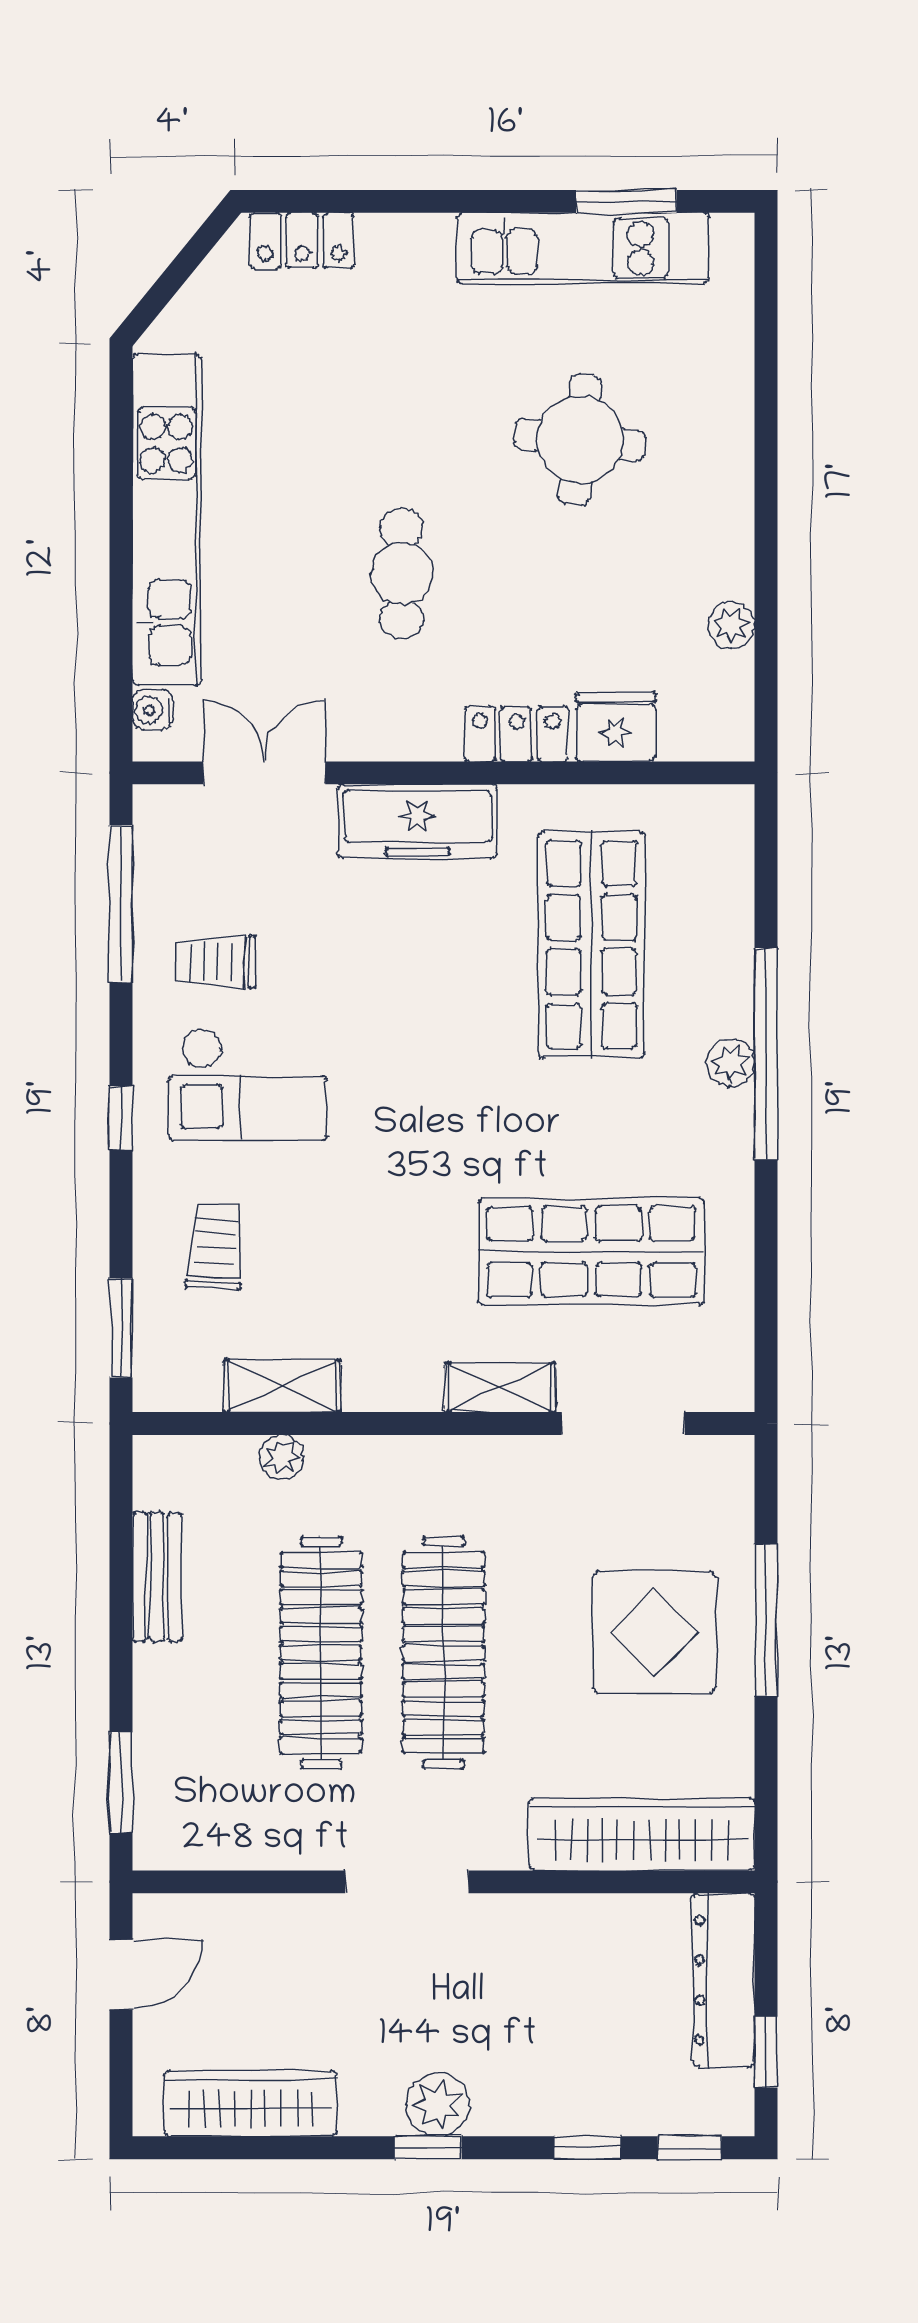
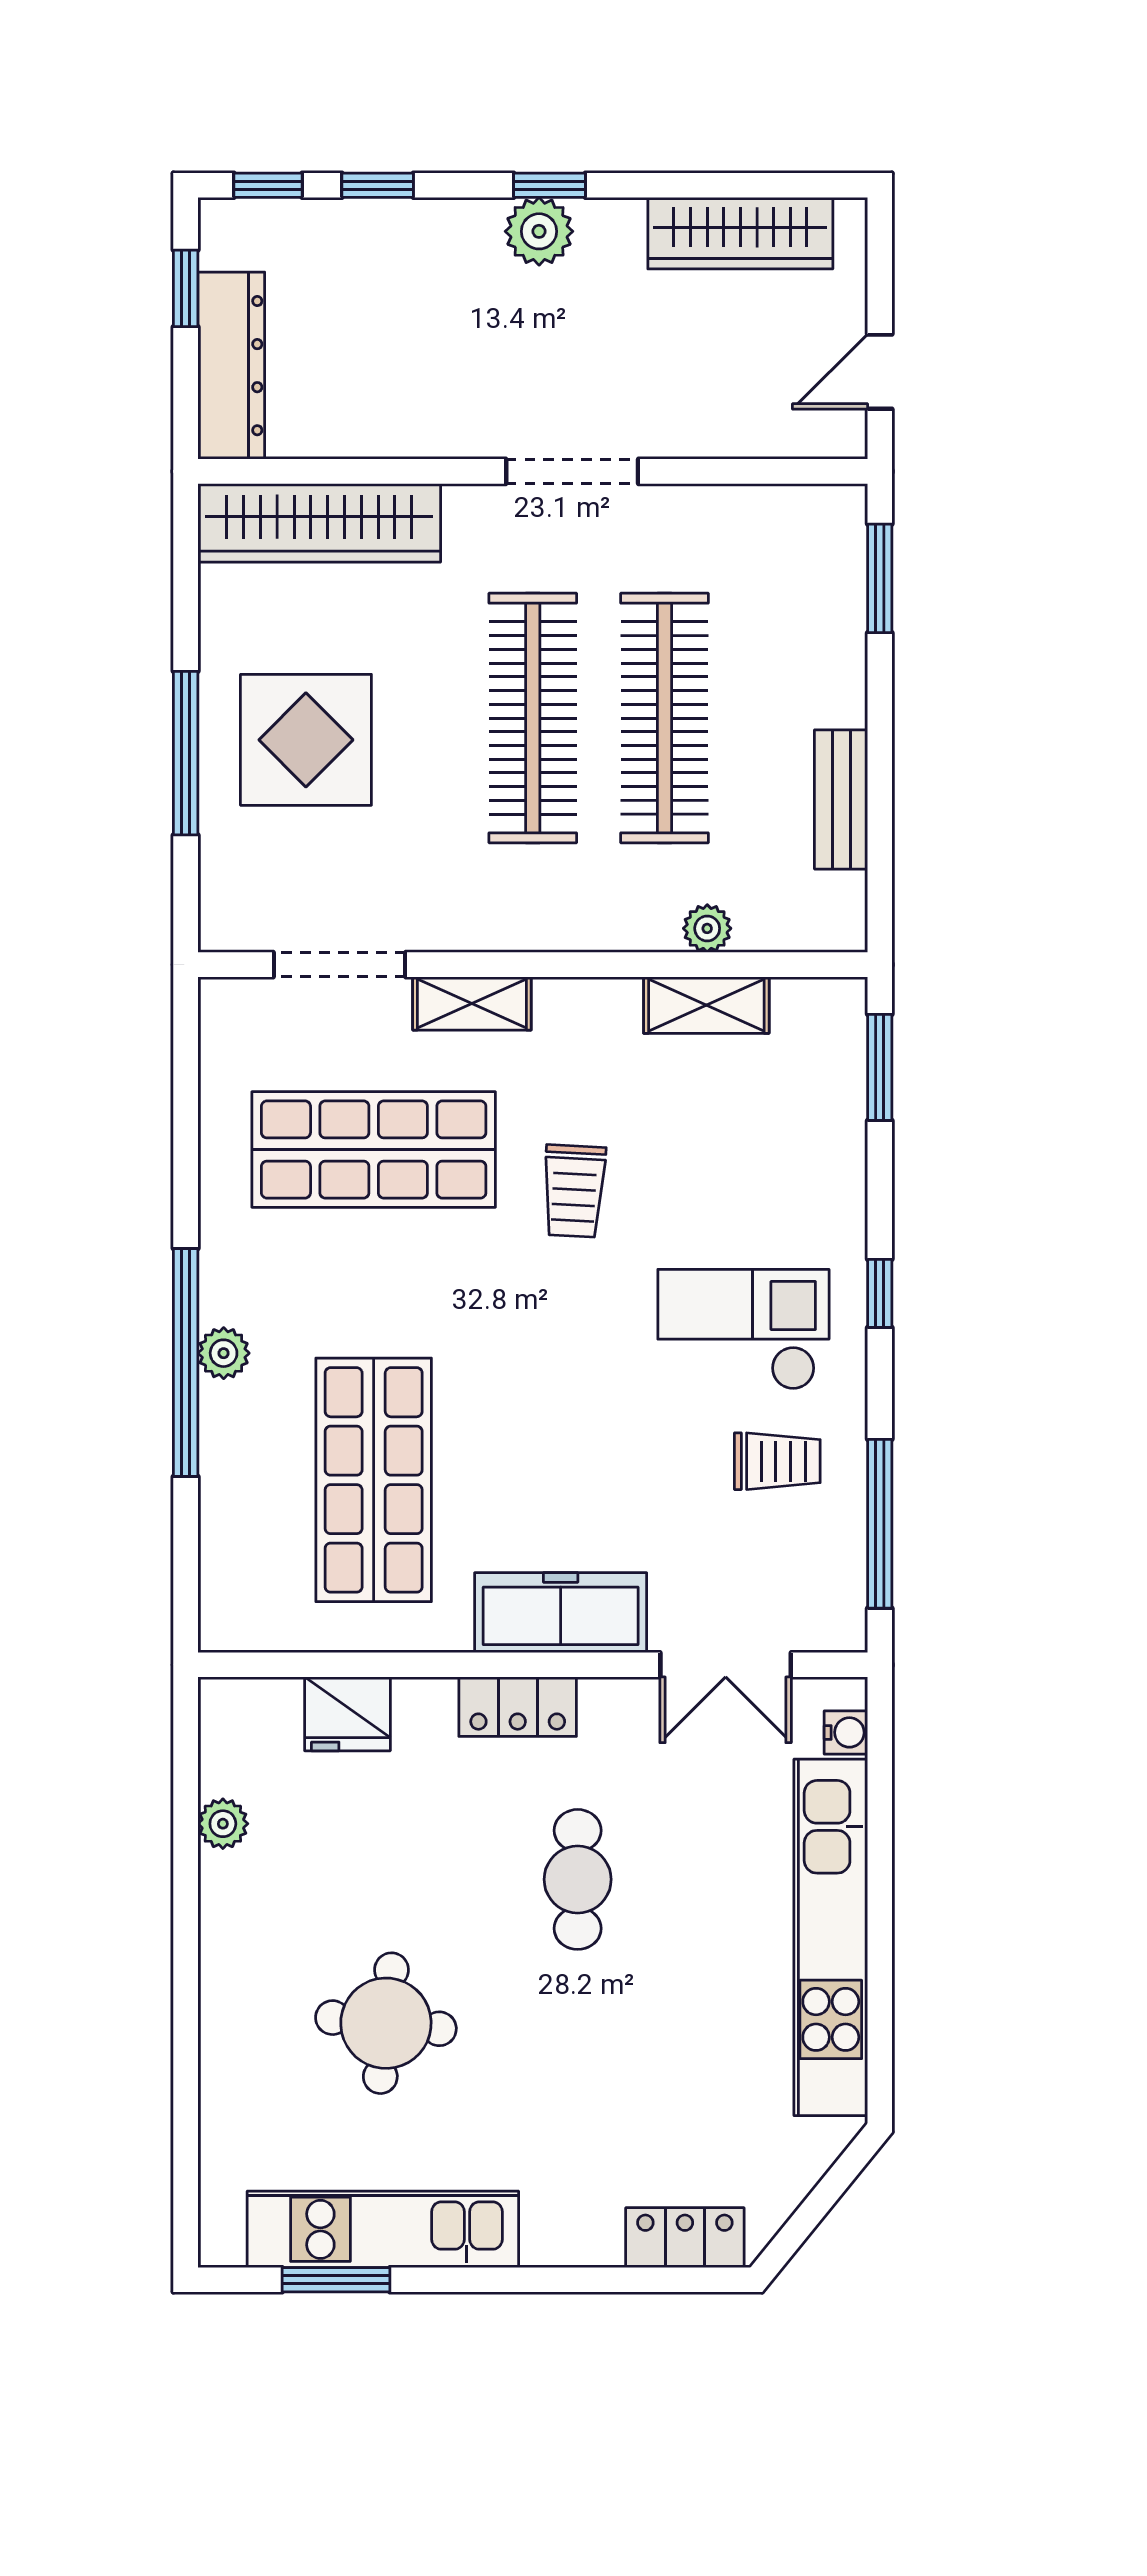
locker: (517, 734) -> (518, 1707), moved
trolley: (215, 1246) -> (574, 1191), moved

